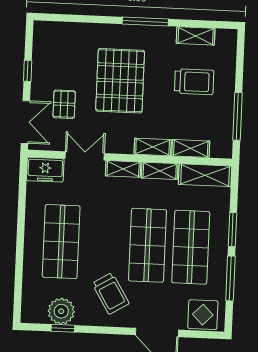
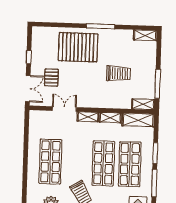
shelving: (196, 36) -> (145, 35), moved
pallet: (120, 81) -> (78, 47), moved, turned 90
trolley: (194, 82) -> (118, 73), moved
shelving: (153, 147) -> (106, 103), removed
shelving: (191, 148) -> (143, 104), moved
freezer: (45, 170) -> (40, 118), removed

